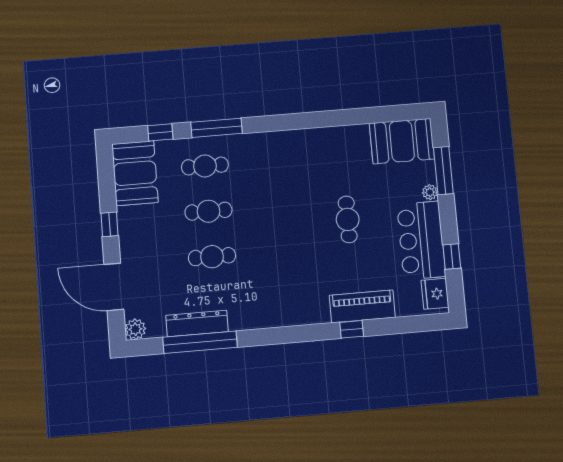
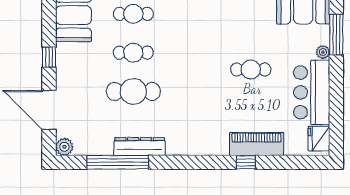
cafe table: (348, 219) -> (251, 69), turned 90
window: (452, 256) -> (336, 108), removed
cafe table: (212, 257) -> (133, 91), width x1.37, depth x1.35
dresser: (197, 323) -> (140, 146), moved

